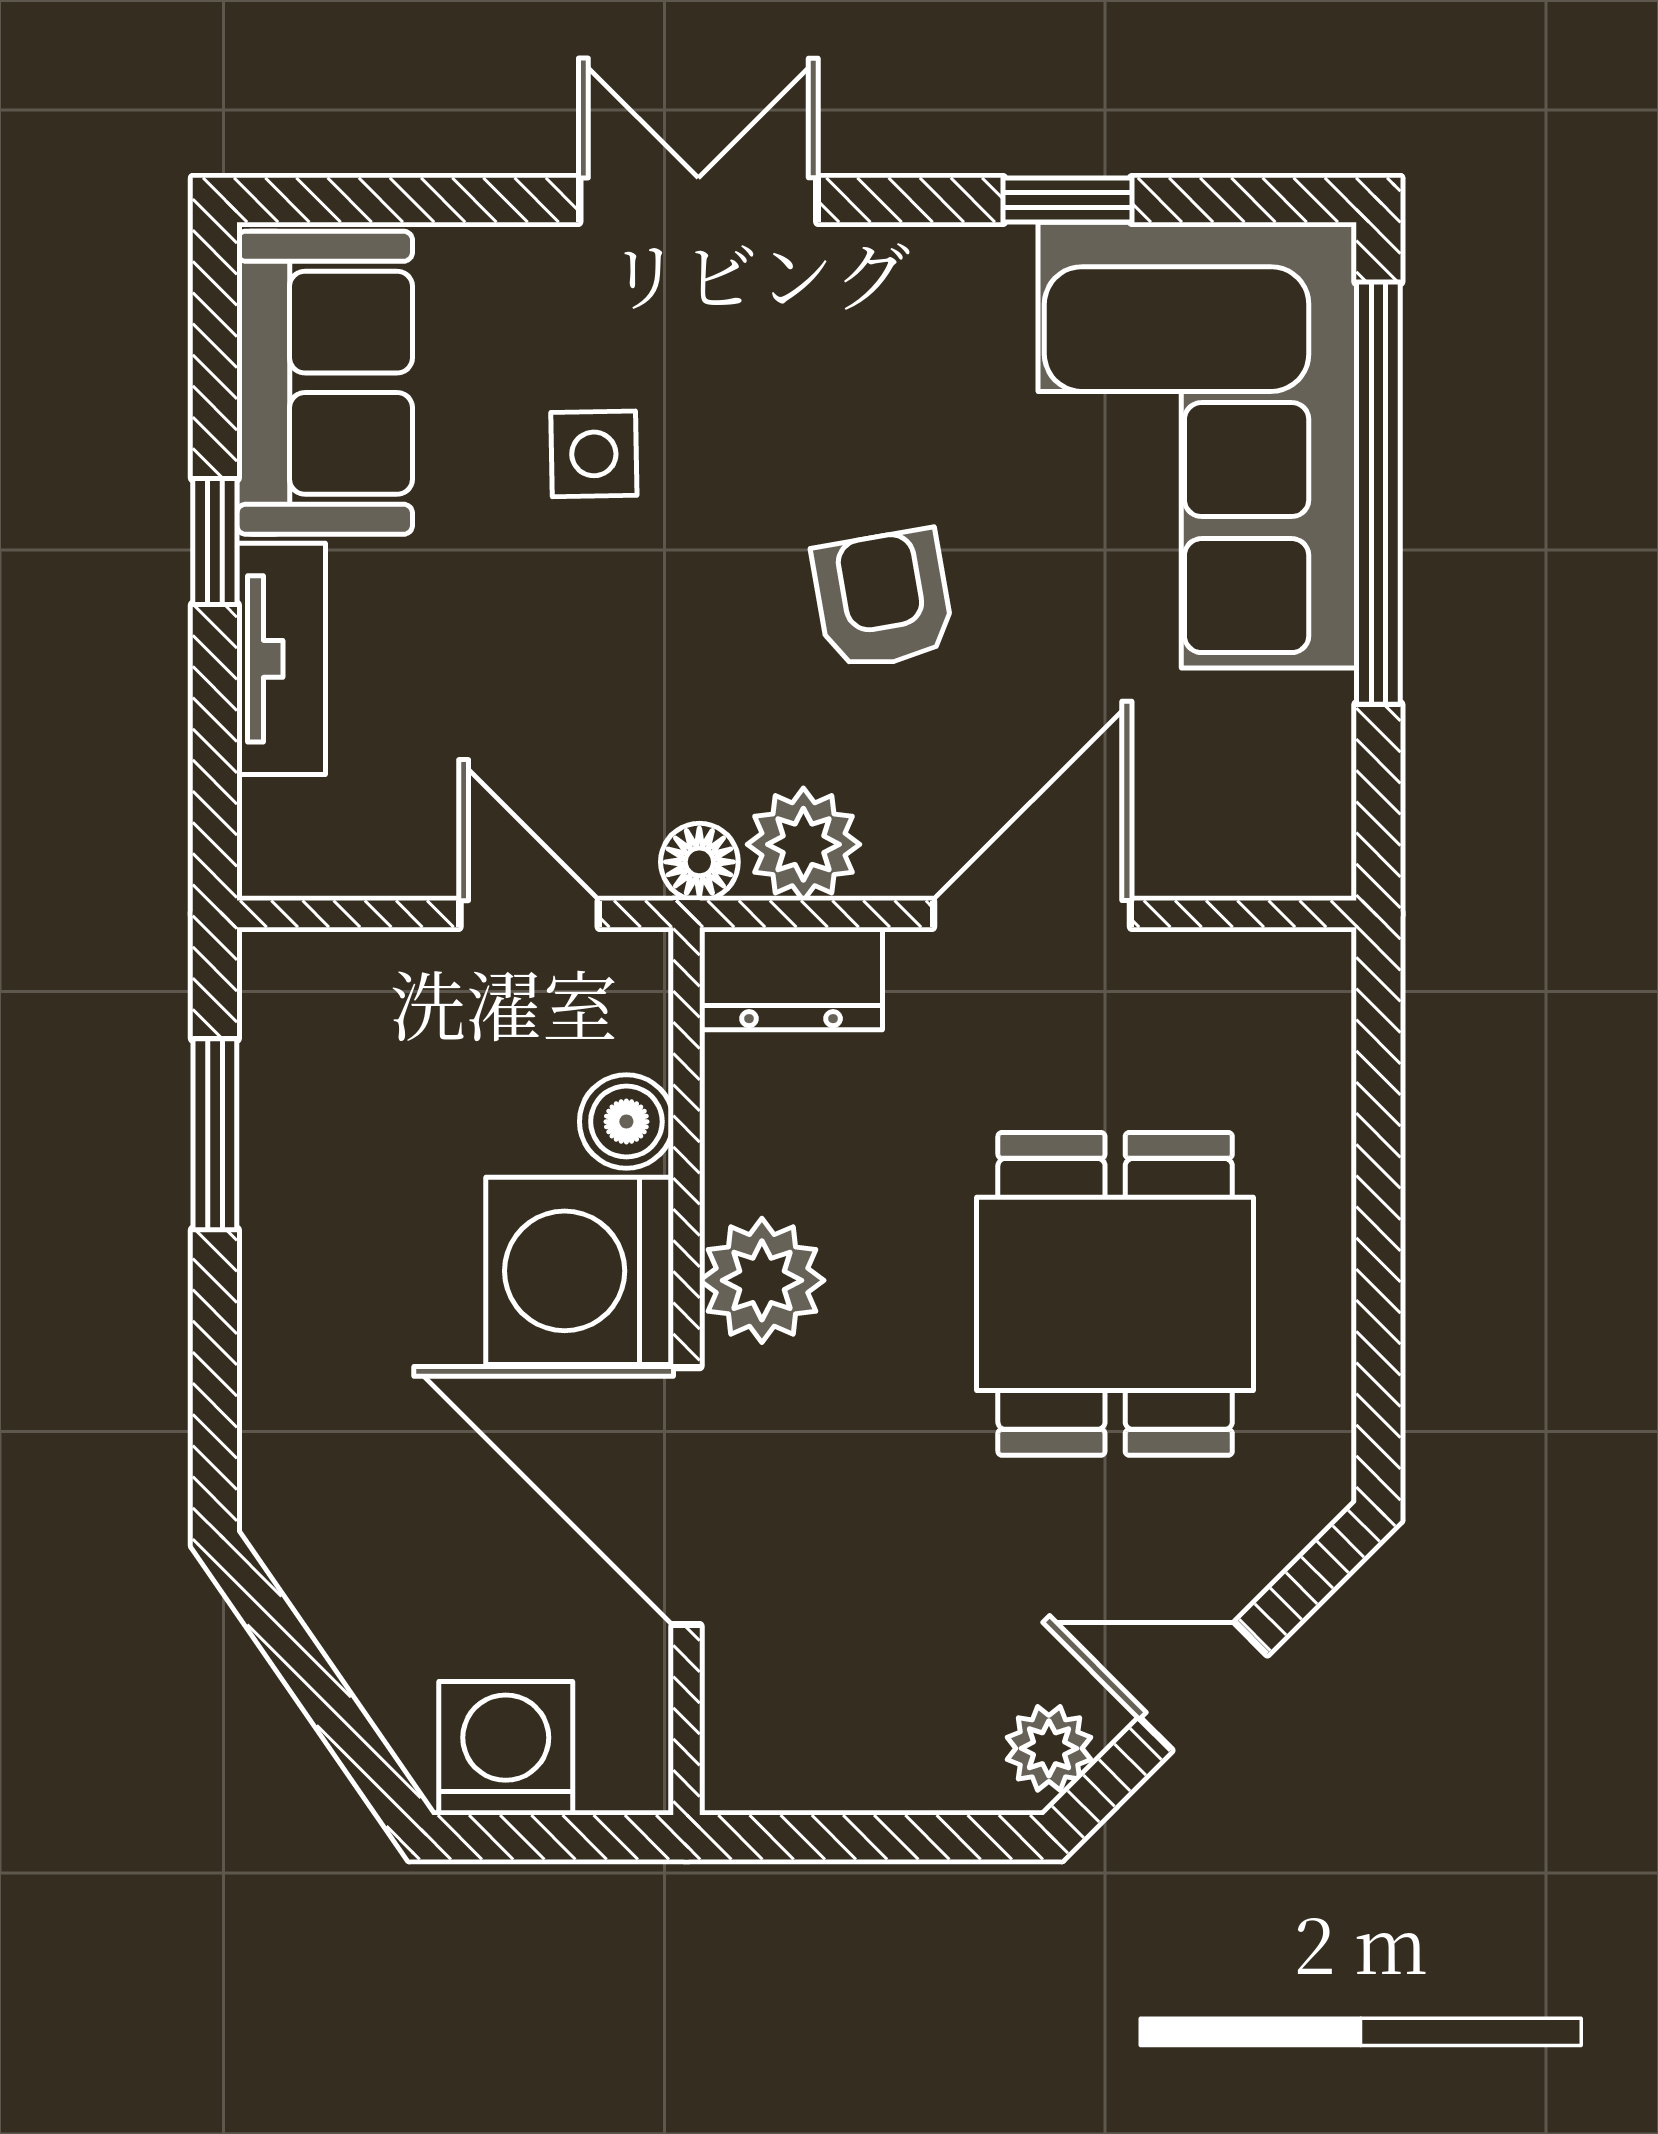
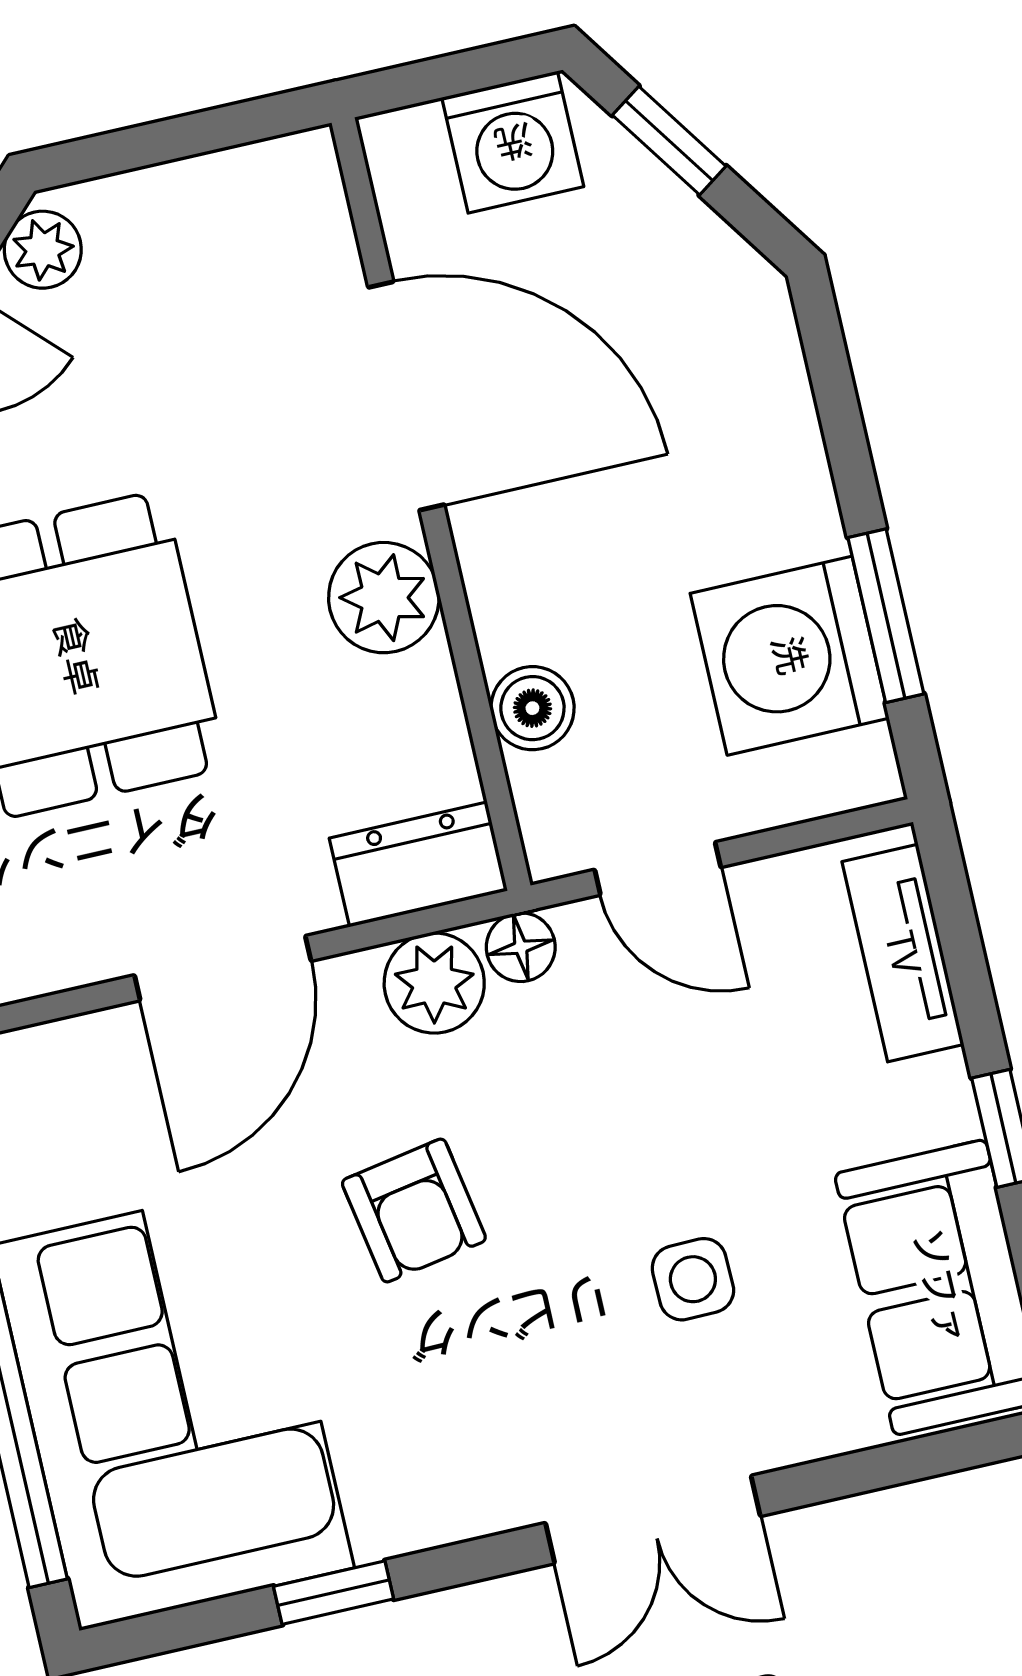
tv unit: (281, 659) -> (903, 953), moved
washing machine: (580, 1271) -> (790, 656), moved, turned 180
window: (333, 1710) -> (669, 141), added

